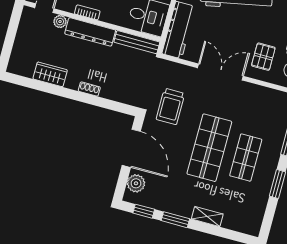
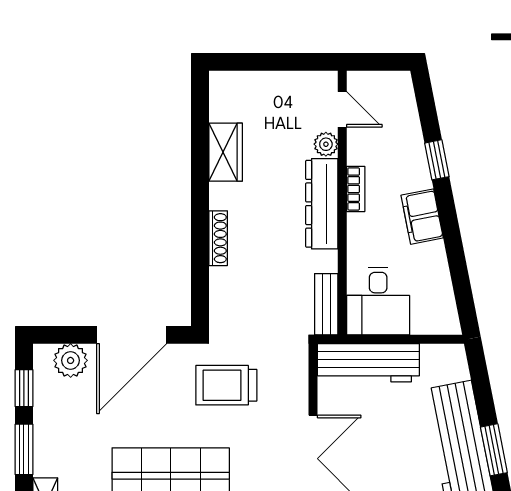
bench: (137, 42) -> (326, 304), width x0.73
shoe rack: (89, 89) -> (218, 238), width x1.43

